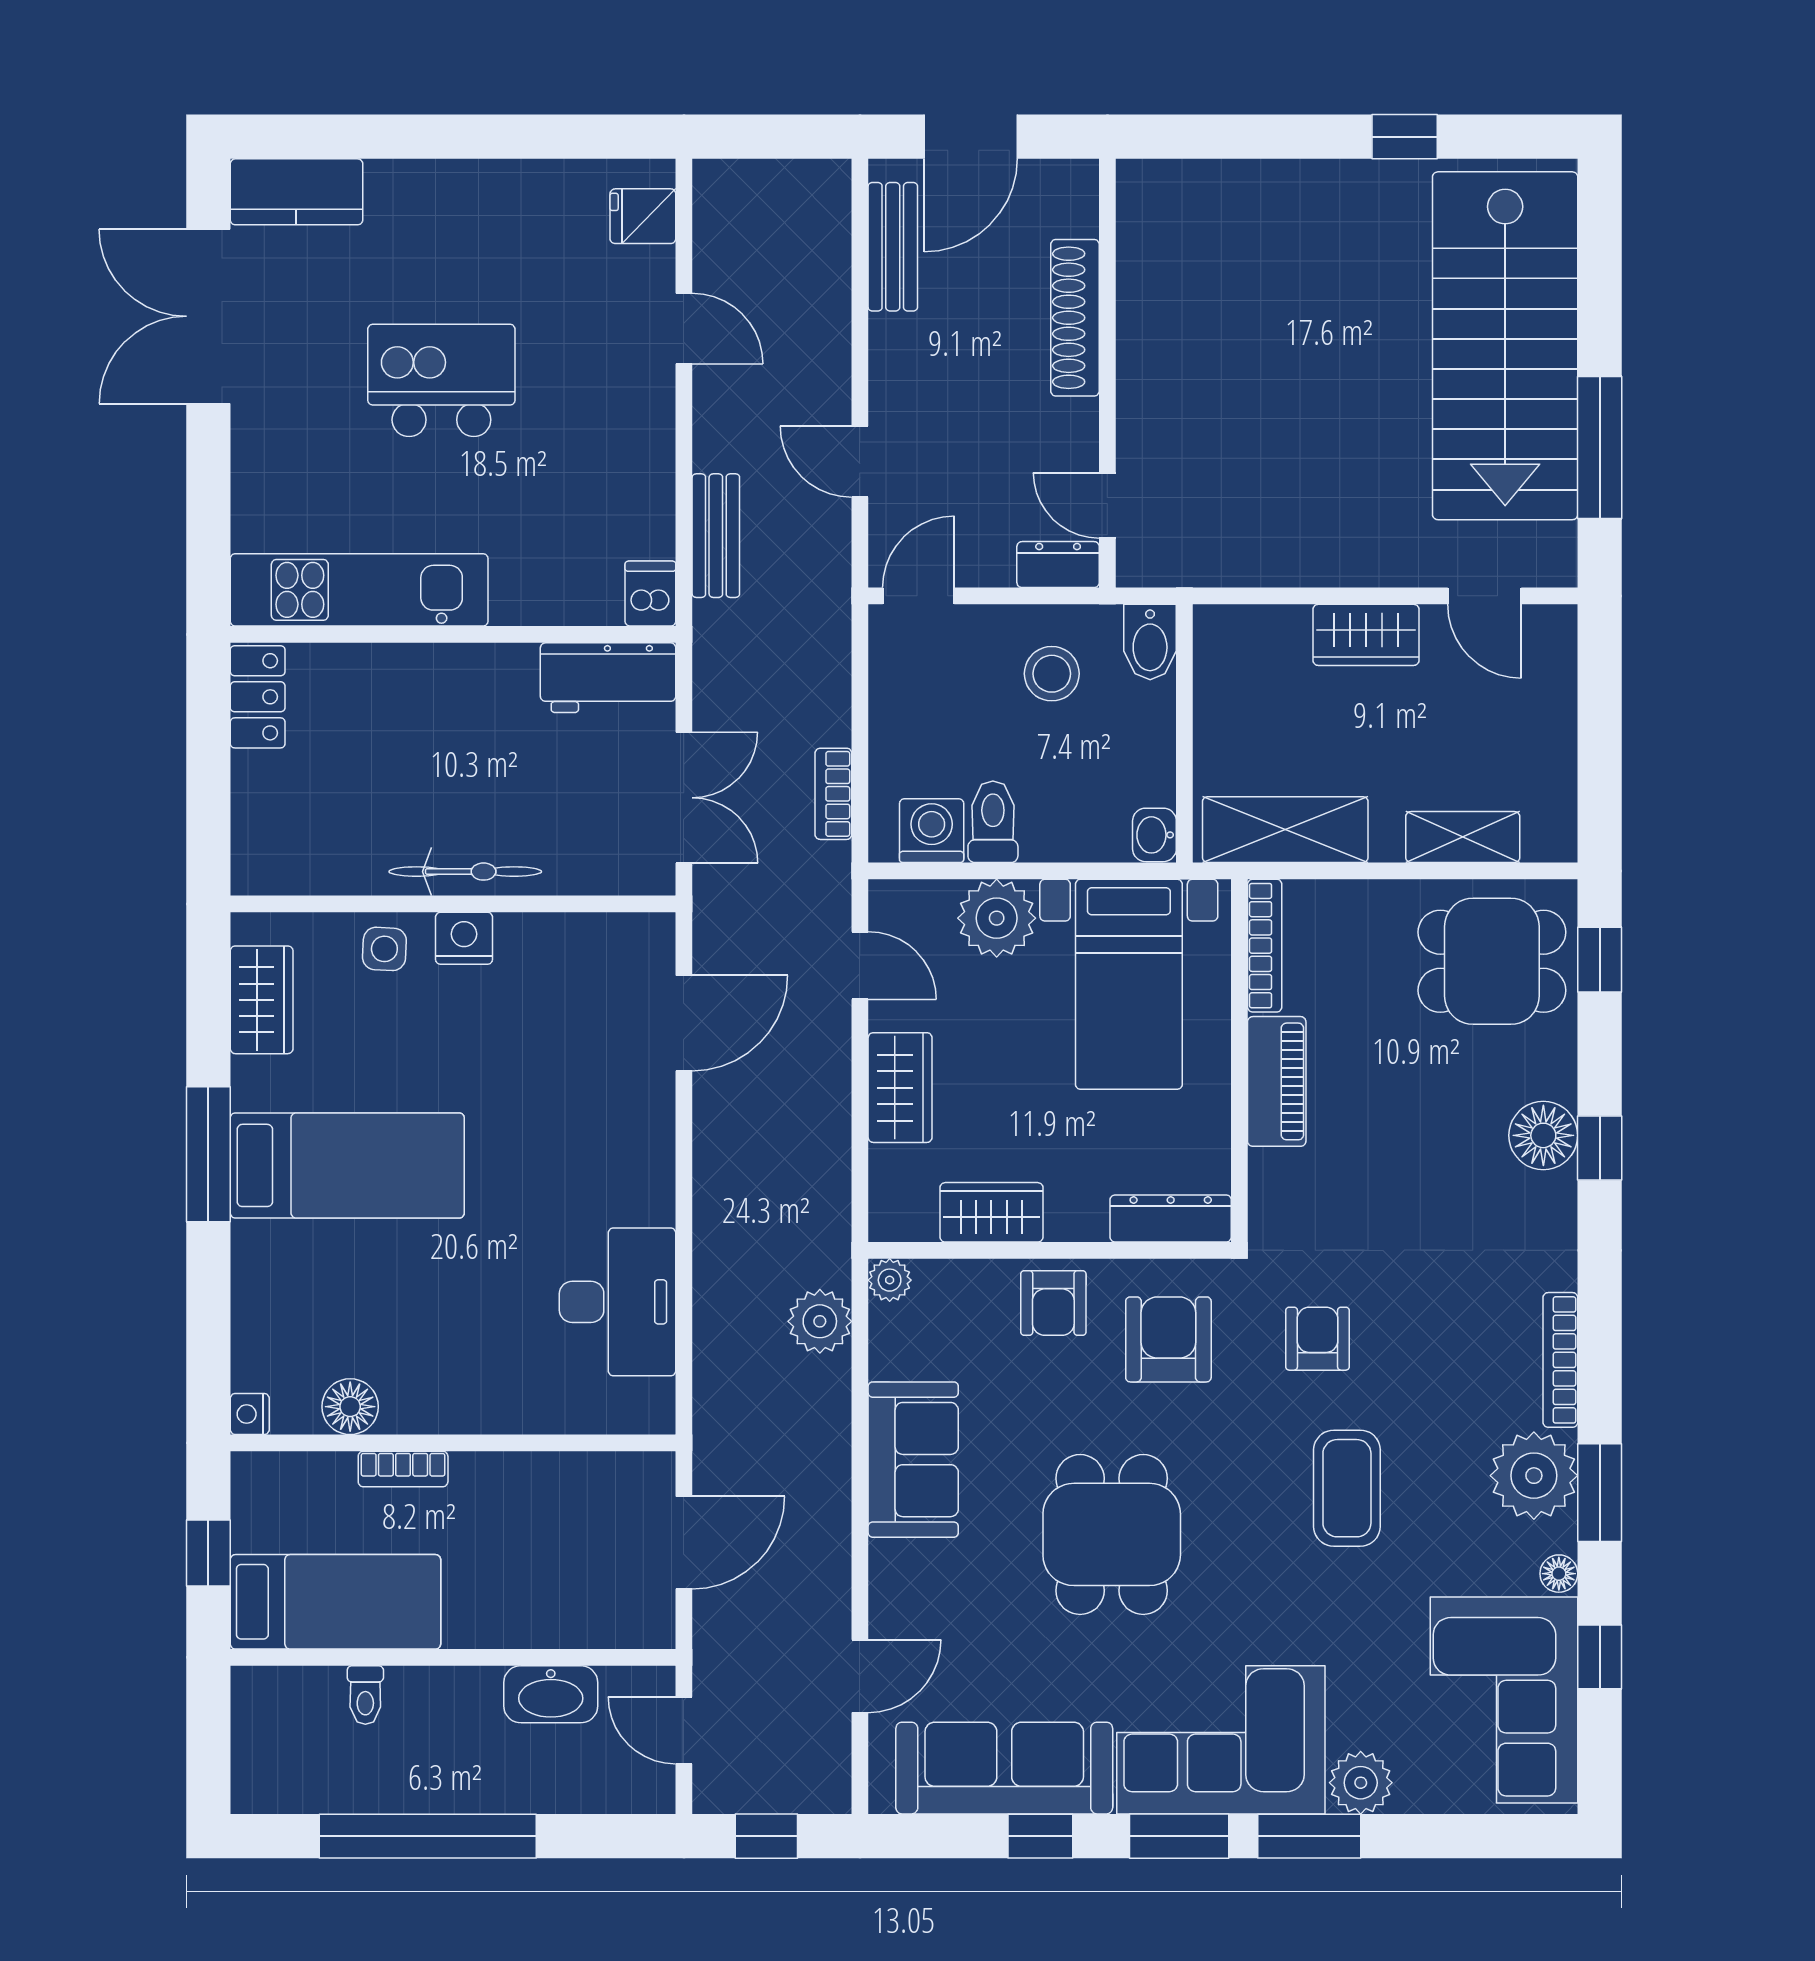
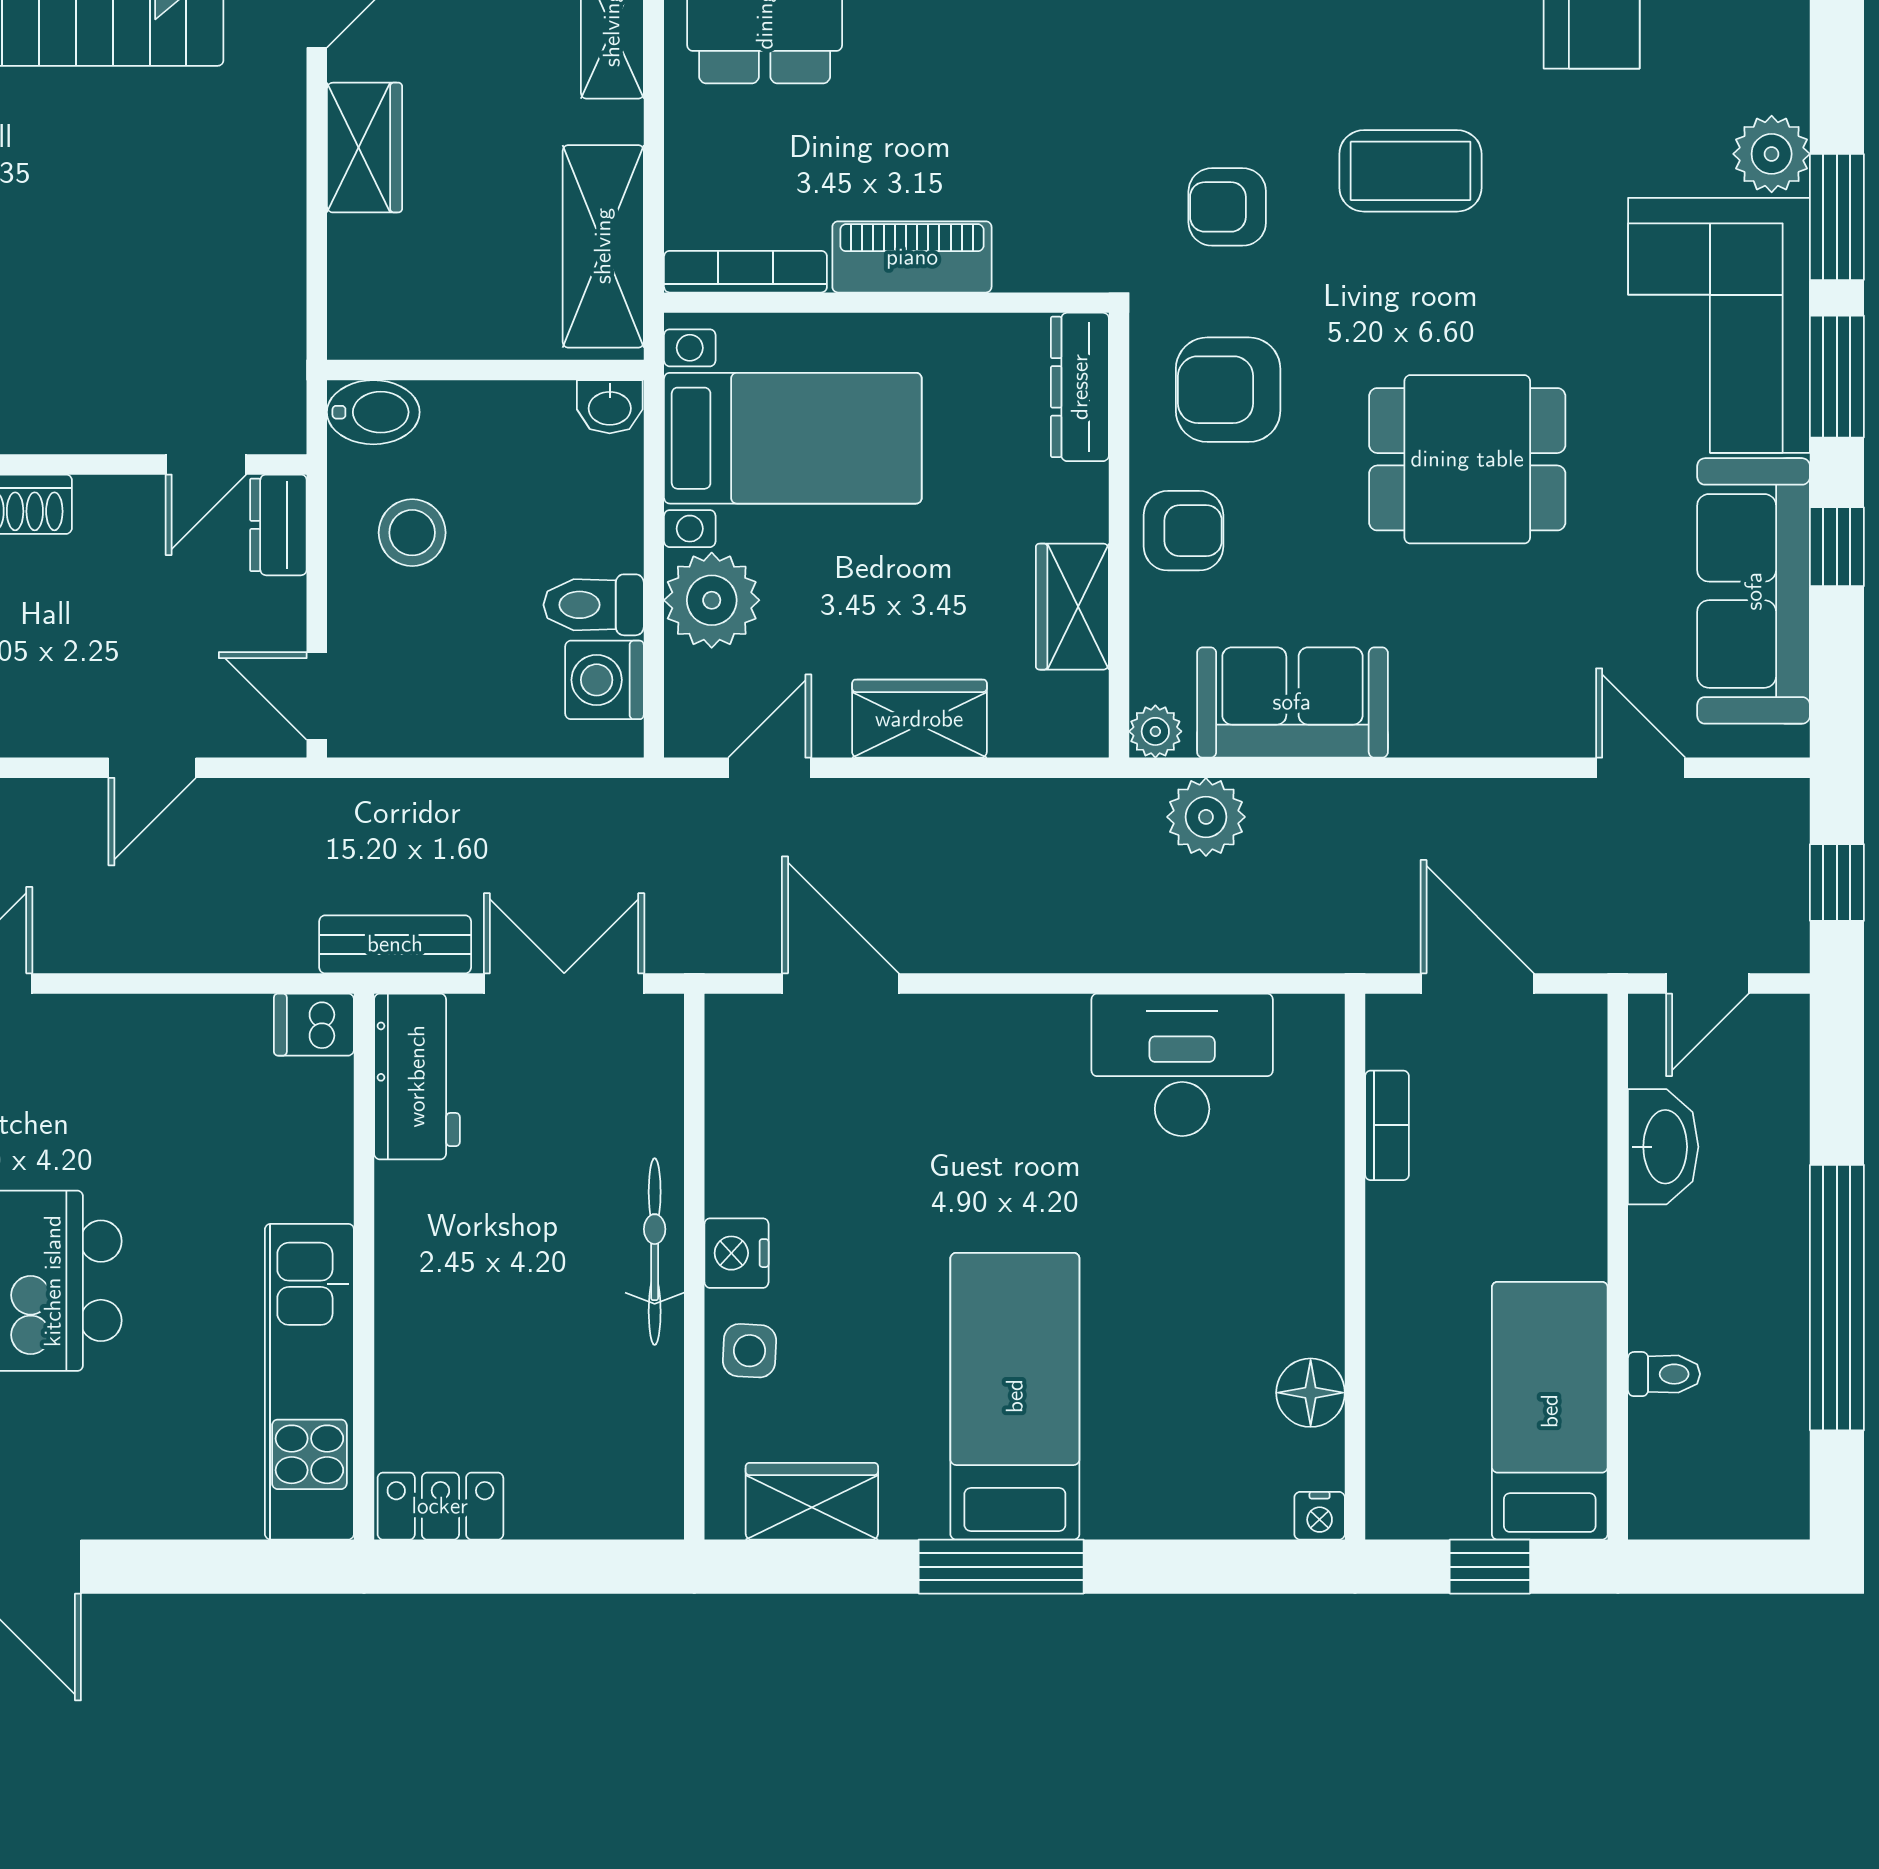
bench: (716, 536) -> (395, 944), moved
bookcase: (833, 794) -> (559, 800), removed
sofa: (913, 1460) -> (1292, 702), moved
bookcase: (403, 1469) -> (1387, 1125), moved

